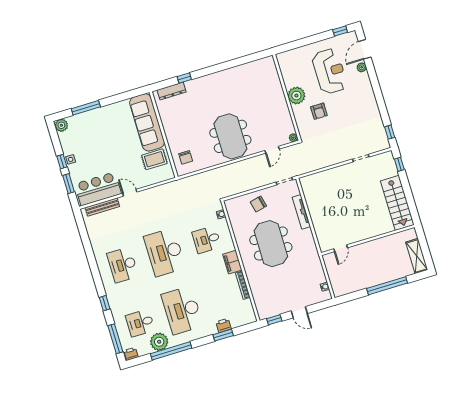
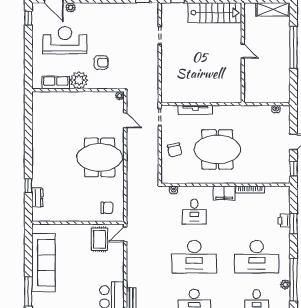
row of seats: (288, 75) -> (56, 83), added
dresser: (172, 91) -> (37, 198), width x0.70
sofa: (147, 122) -> (43, 263), moved, turned -90
door: (130, 193) -> (125, 234), moved
door: (341, 248) -> (243, 51), moved
plant: (159, 342) -> (285, 285), width x0.53, depth x0.53

